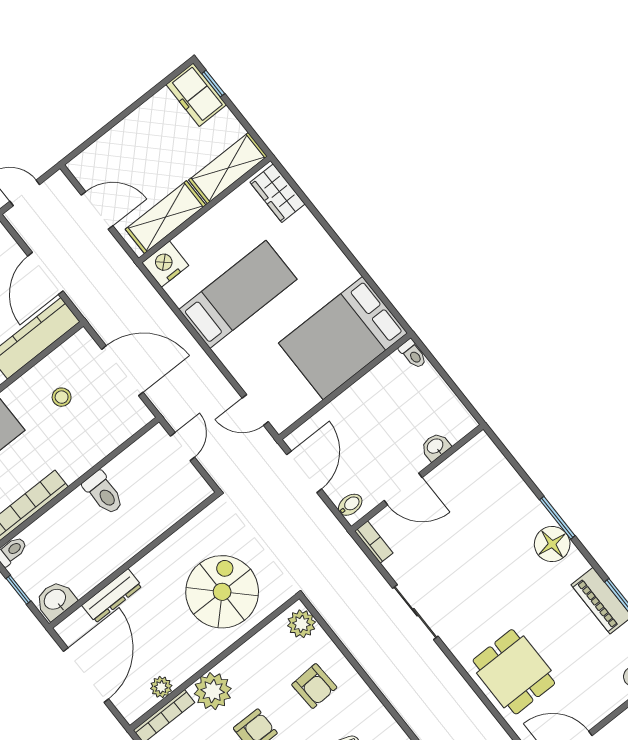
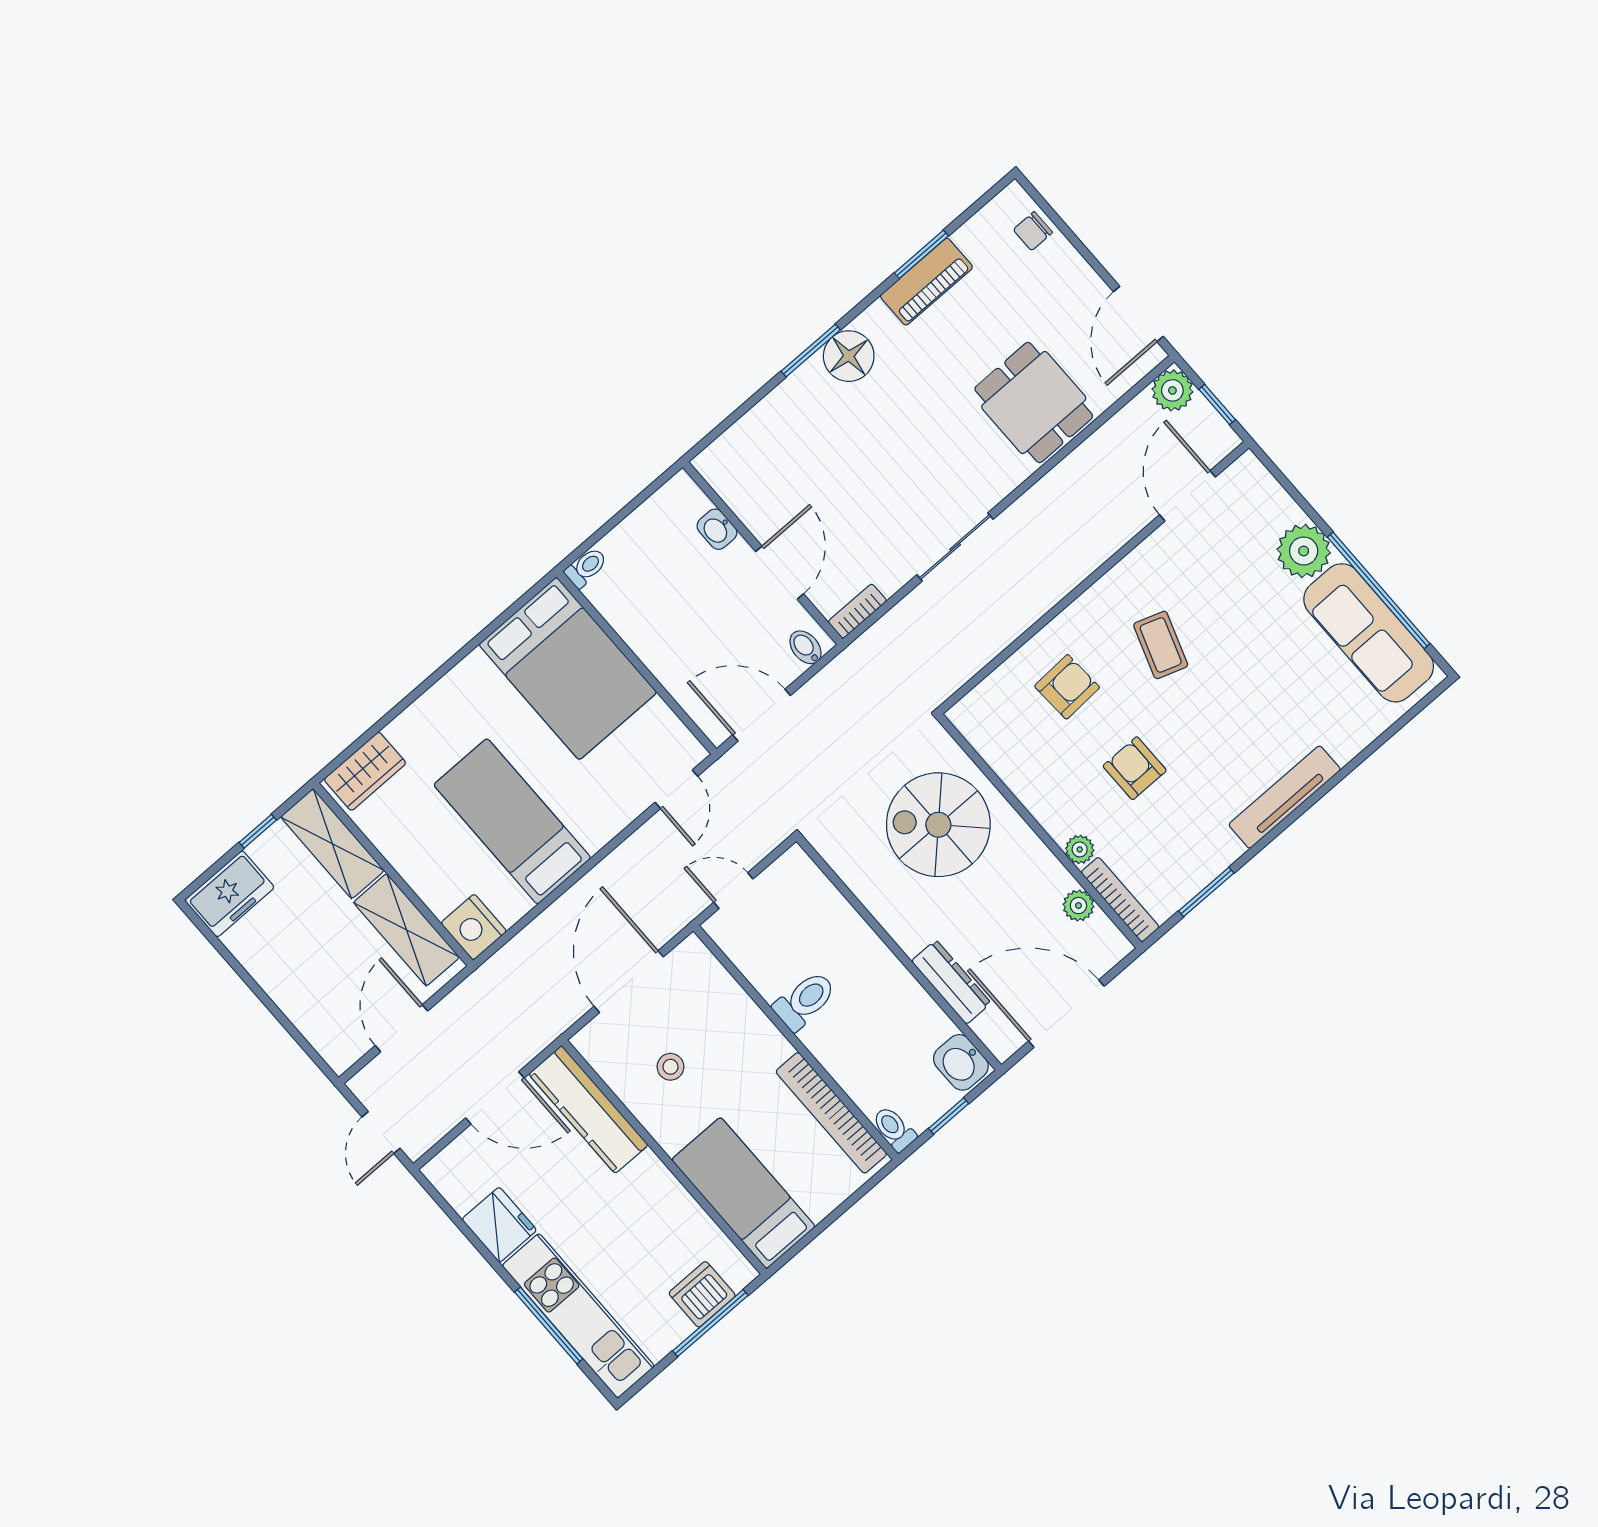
window: (213, 84) -> (258, 831), moved
plant: (301, 624) -> (979, 709), removed
dining table: (514, 672) -> (1034, 403), turned 90
plant: (213, 691) -> (1080, 849), width x0.53, depth x0.53

